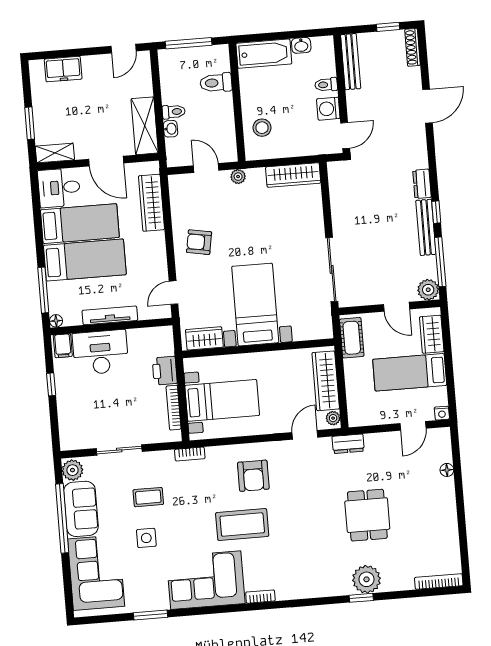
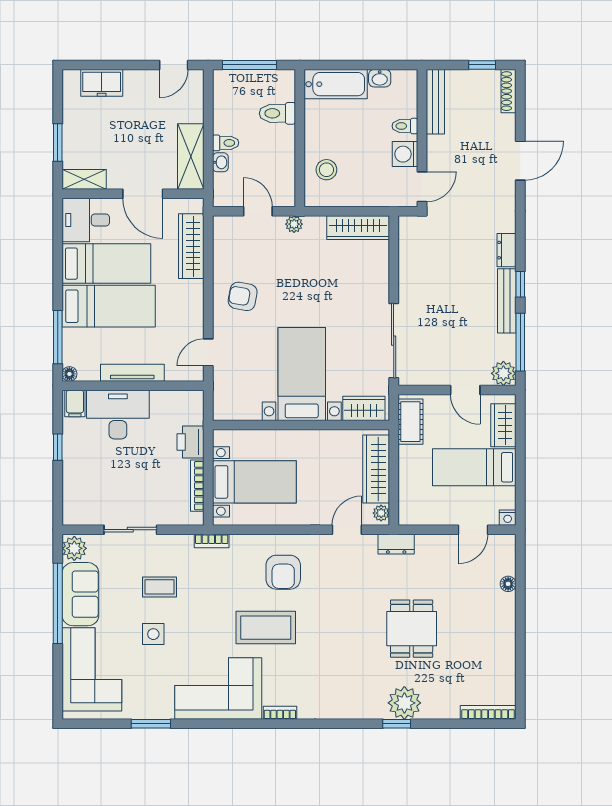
wardrobe: (204, 338) -> (364, 408), moved

